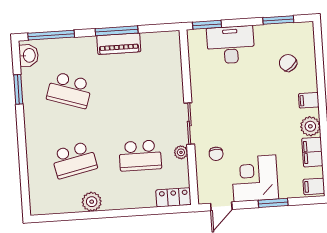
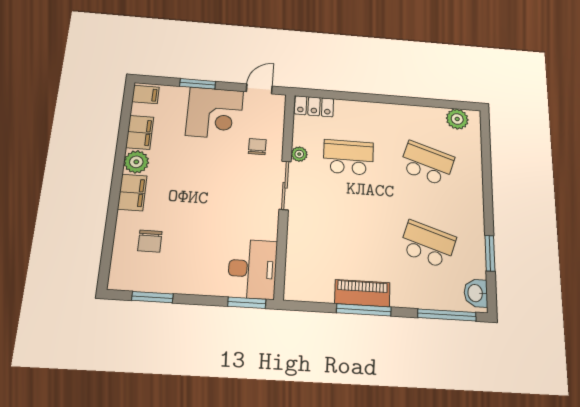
desk: (231, 45) -> (252, 269), moved, turned -90
chair: (288, 63) -> (150, 241), turned 41
filing cabinet: (309, 100) -> (132, 192), width x2.00
school desk: (74, 160) -> (427, 163), turned 30
plant: (92, 202) -> (457, 119), moved

